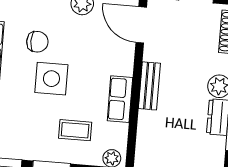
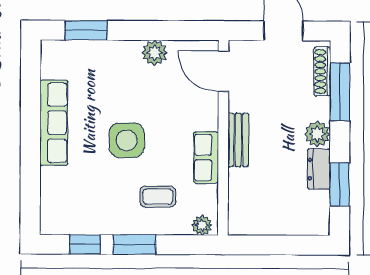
chair: (37, 42) -> (107, 100), removed

